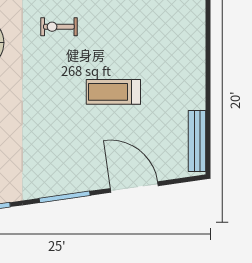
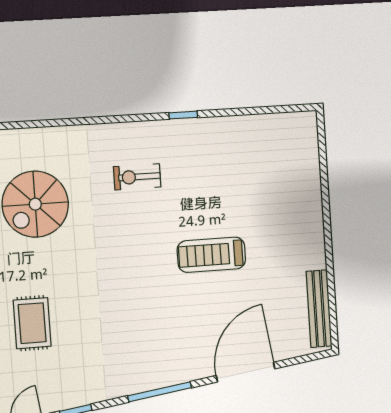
door: (134, 187) -> (246, 372), hinge flipped

